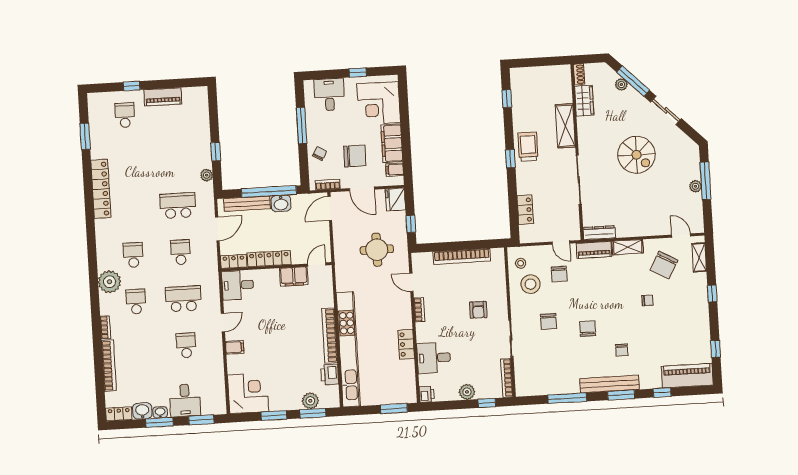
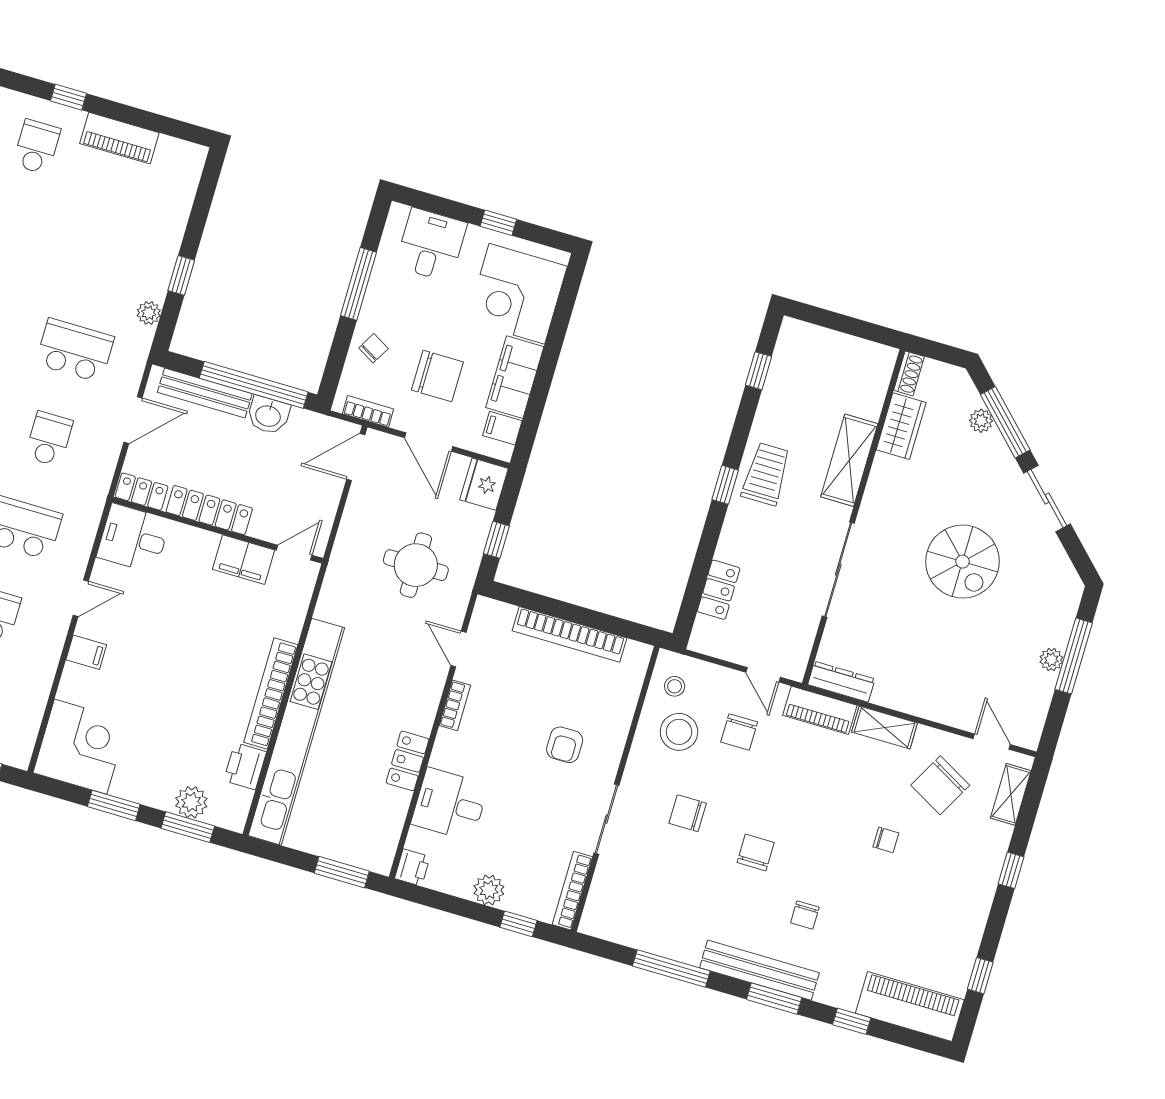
chair: (548, 321) -> (688, 813), turned 90

